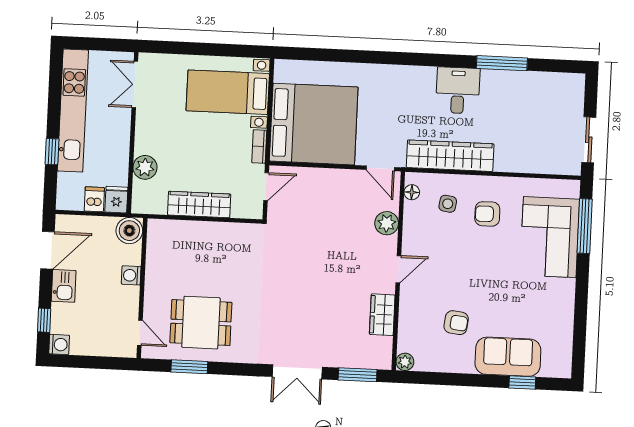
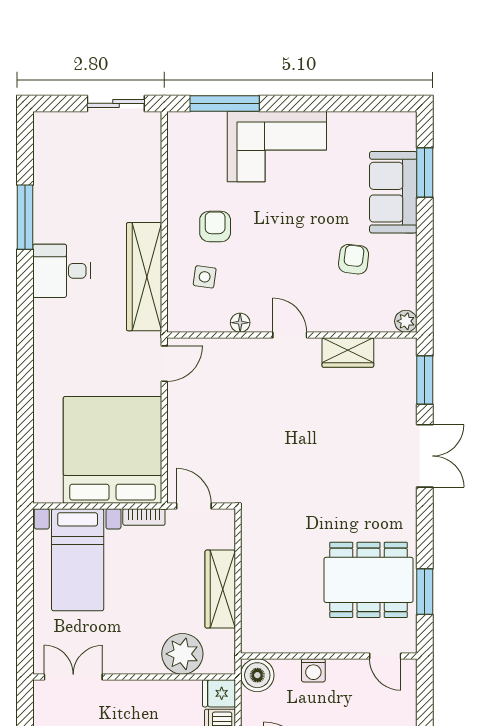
double door: (135, 84) -> (73, 677), swing flipped
plant: (145, 167) -> (182, 654), width x1.36, depth x1.36
floor lamp: (412, 192) -> (240, 323), moved
armchair: (487, 214) -> (215, 226), turned 180
plant: (387, 223) -> (233, 352), removed
corner sofa: (550, 237) -> (277, 147), moved
dining table: (201, 323) -> (369, 580), width x1.38
door: (140, 333) -> (385, 656), swing flipped
window: (522, 382) -> (425, 173), width x1.50

